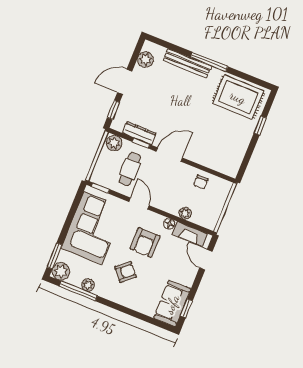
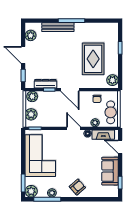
door: (125, 82) -> (23, 55), hinge flipped
rug: (238, 97) -> (93, 59), moved, turned 90
door: (169, 155) -> (70, 90), swing flipped
plant: (232, 165) -> (112, 80), added
plant: (103, 167) -> (31, 114), added
cafe table: (130, 169) -> (111, 112), moved
door: (139, 204) -> (74, 128), moved
armchair: (145, 242) -> (77, 151), removed
armchair: (126, 272) -> (77, 187), moved
sofa: (172, 304) -> (110, 171), moved

